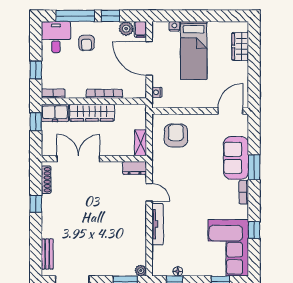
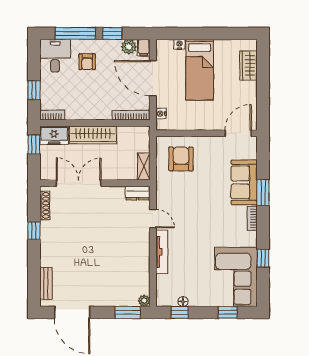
bookcase: (104, 94) -> (131, 115), moved

